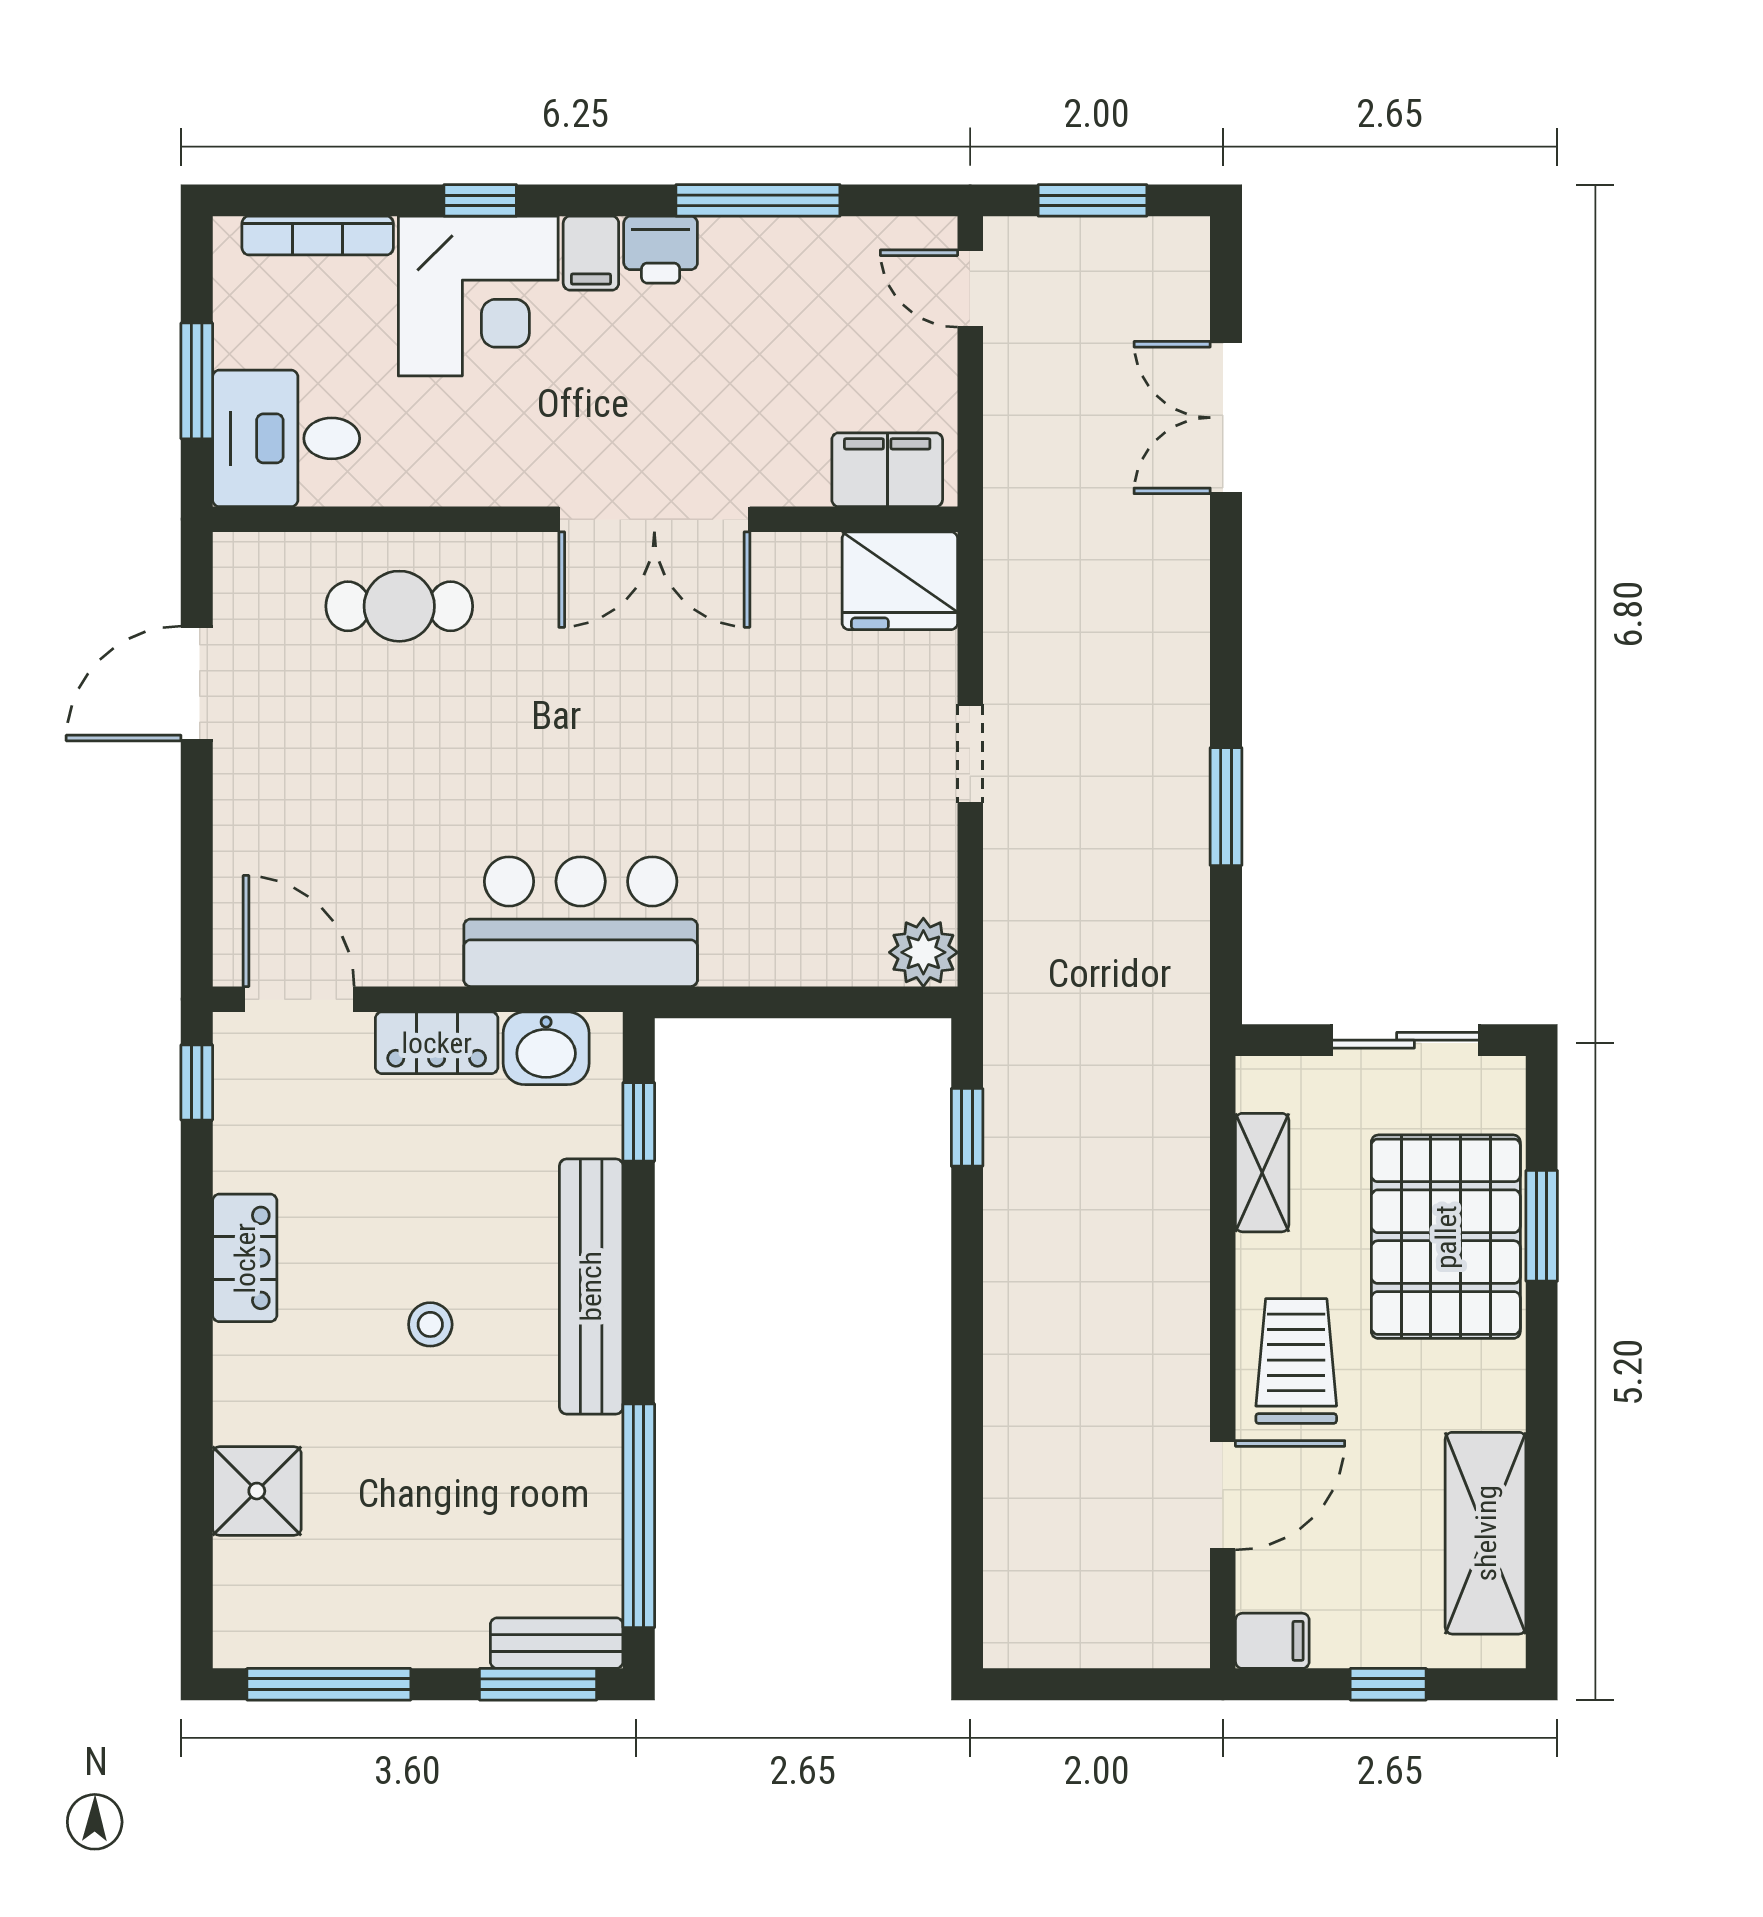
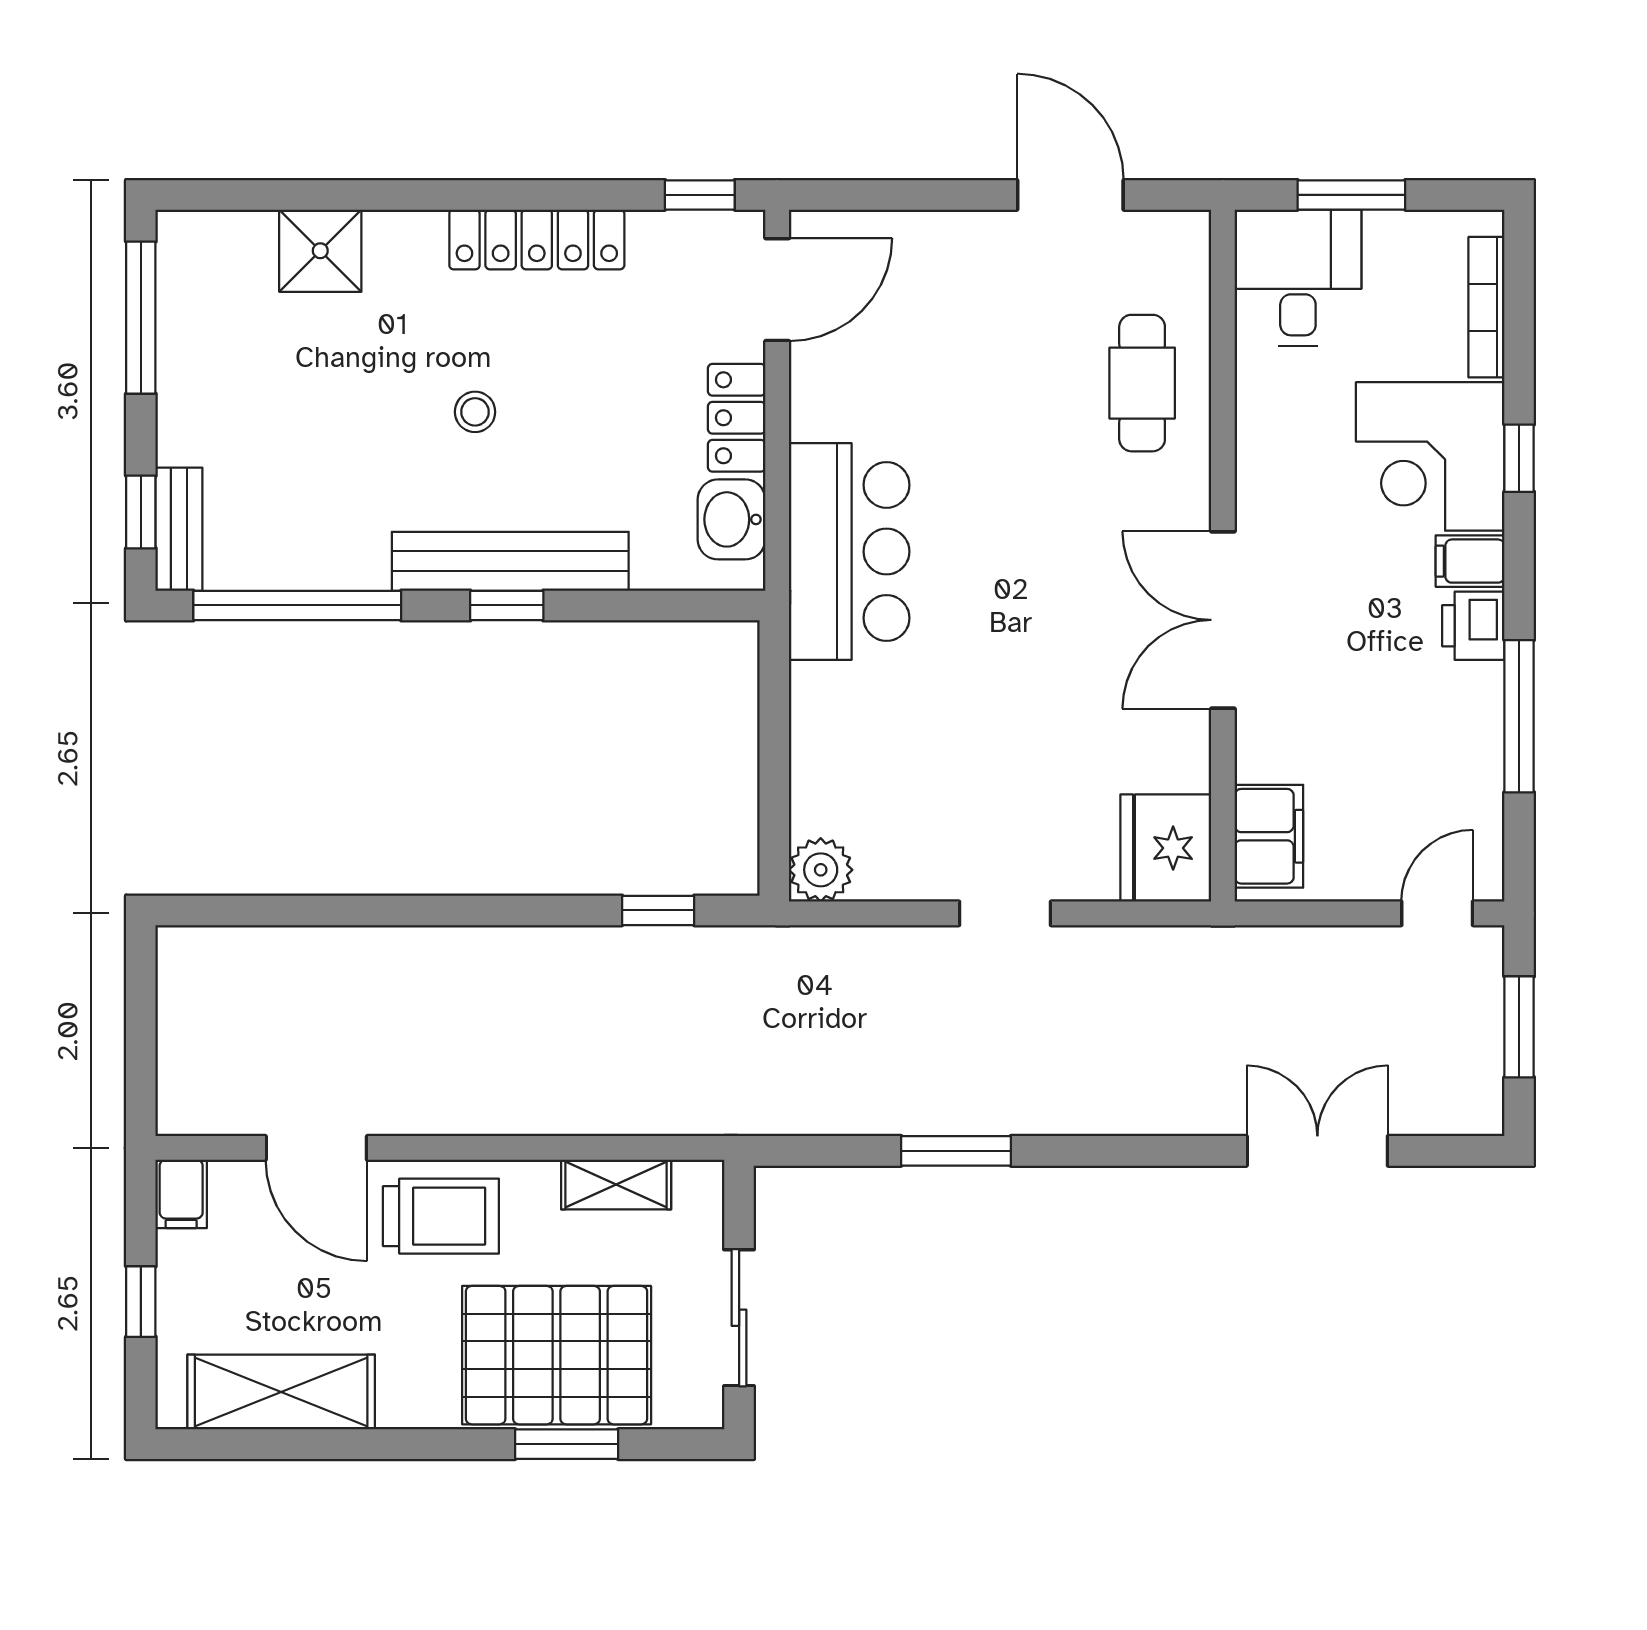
window: (639, 1122) -> (507, 605), moved
locker: (245, 1258) -> (537, 240), width x1.53
window: (538, 1684) -> (141, 512), width x0.67

